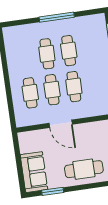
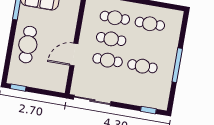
cafe table: (47, 54) -> (150, 24), moved
door: (61, 124) -> (74, 55), moved

